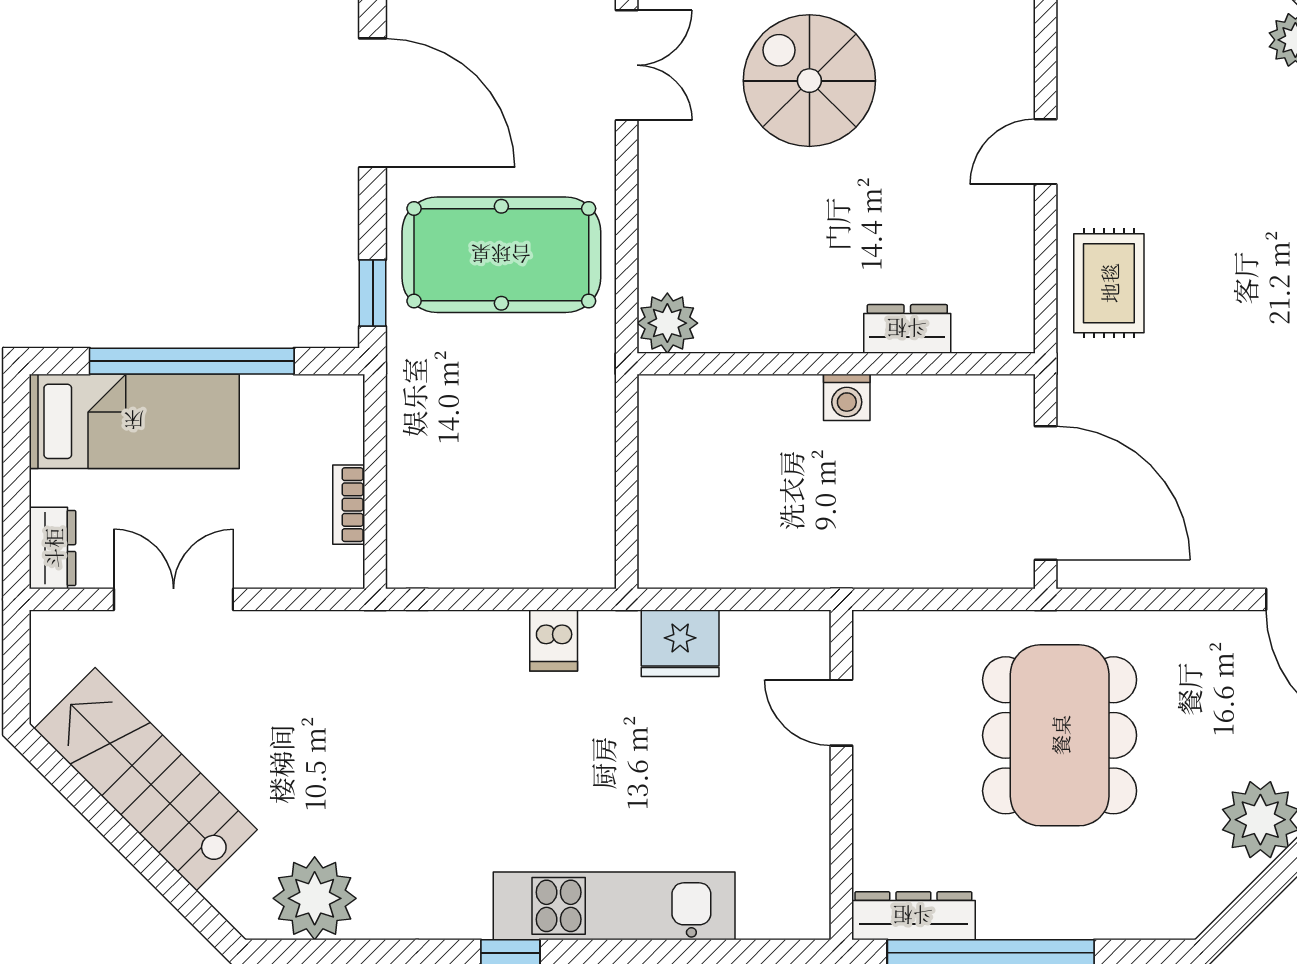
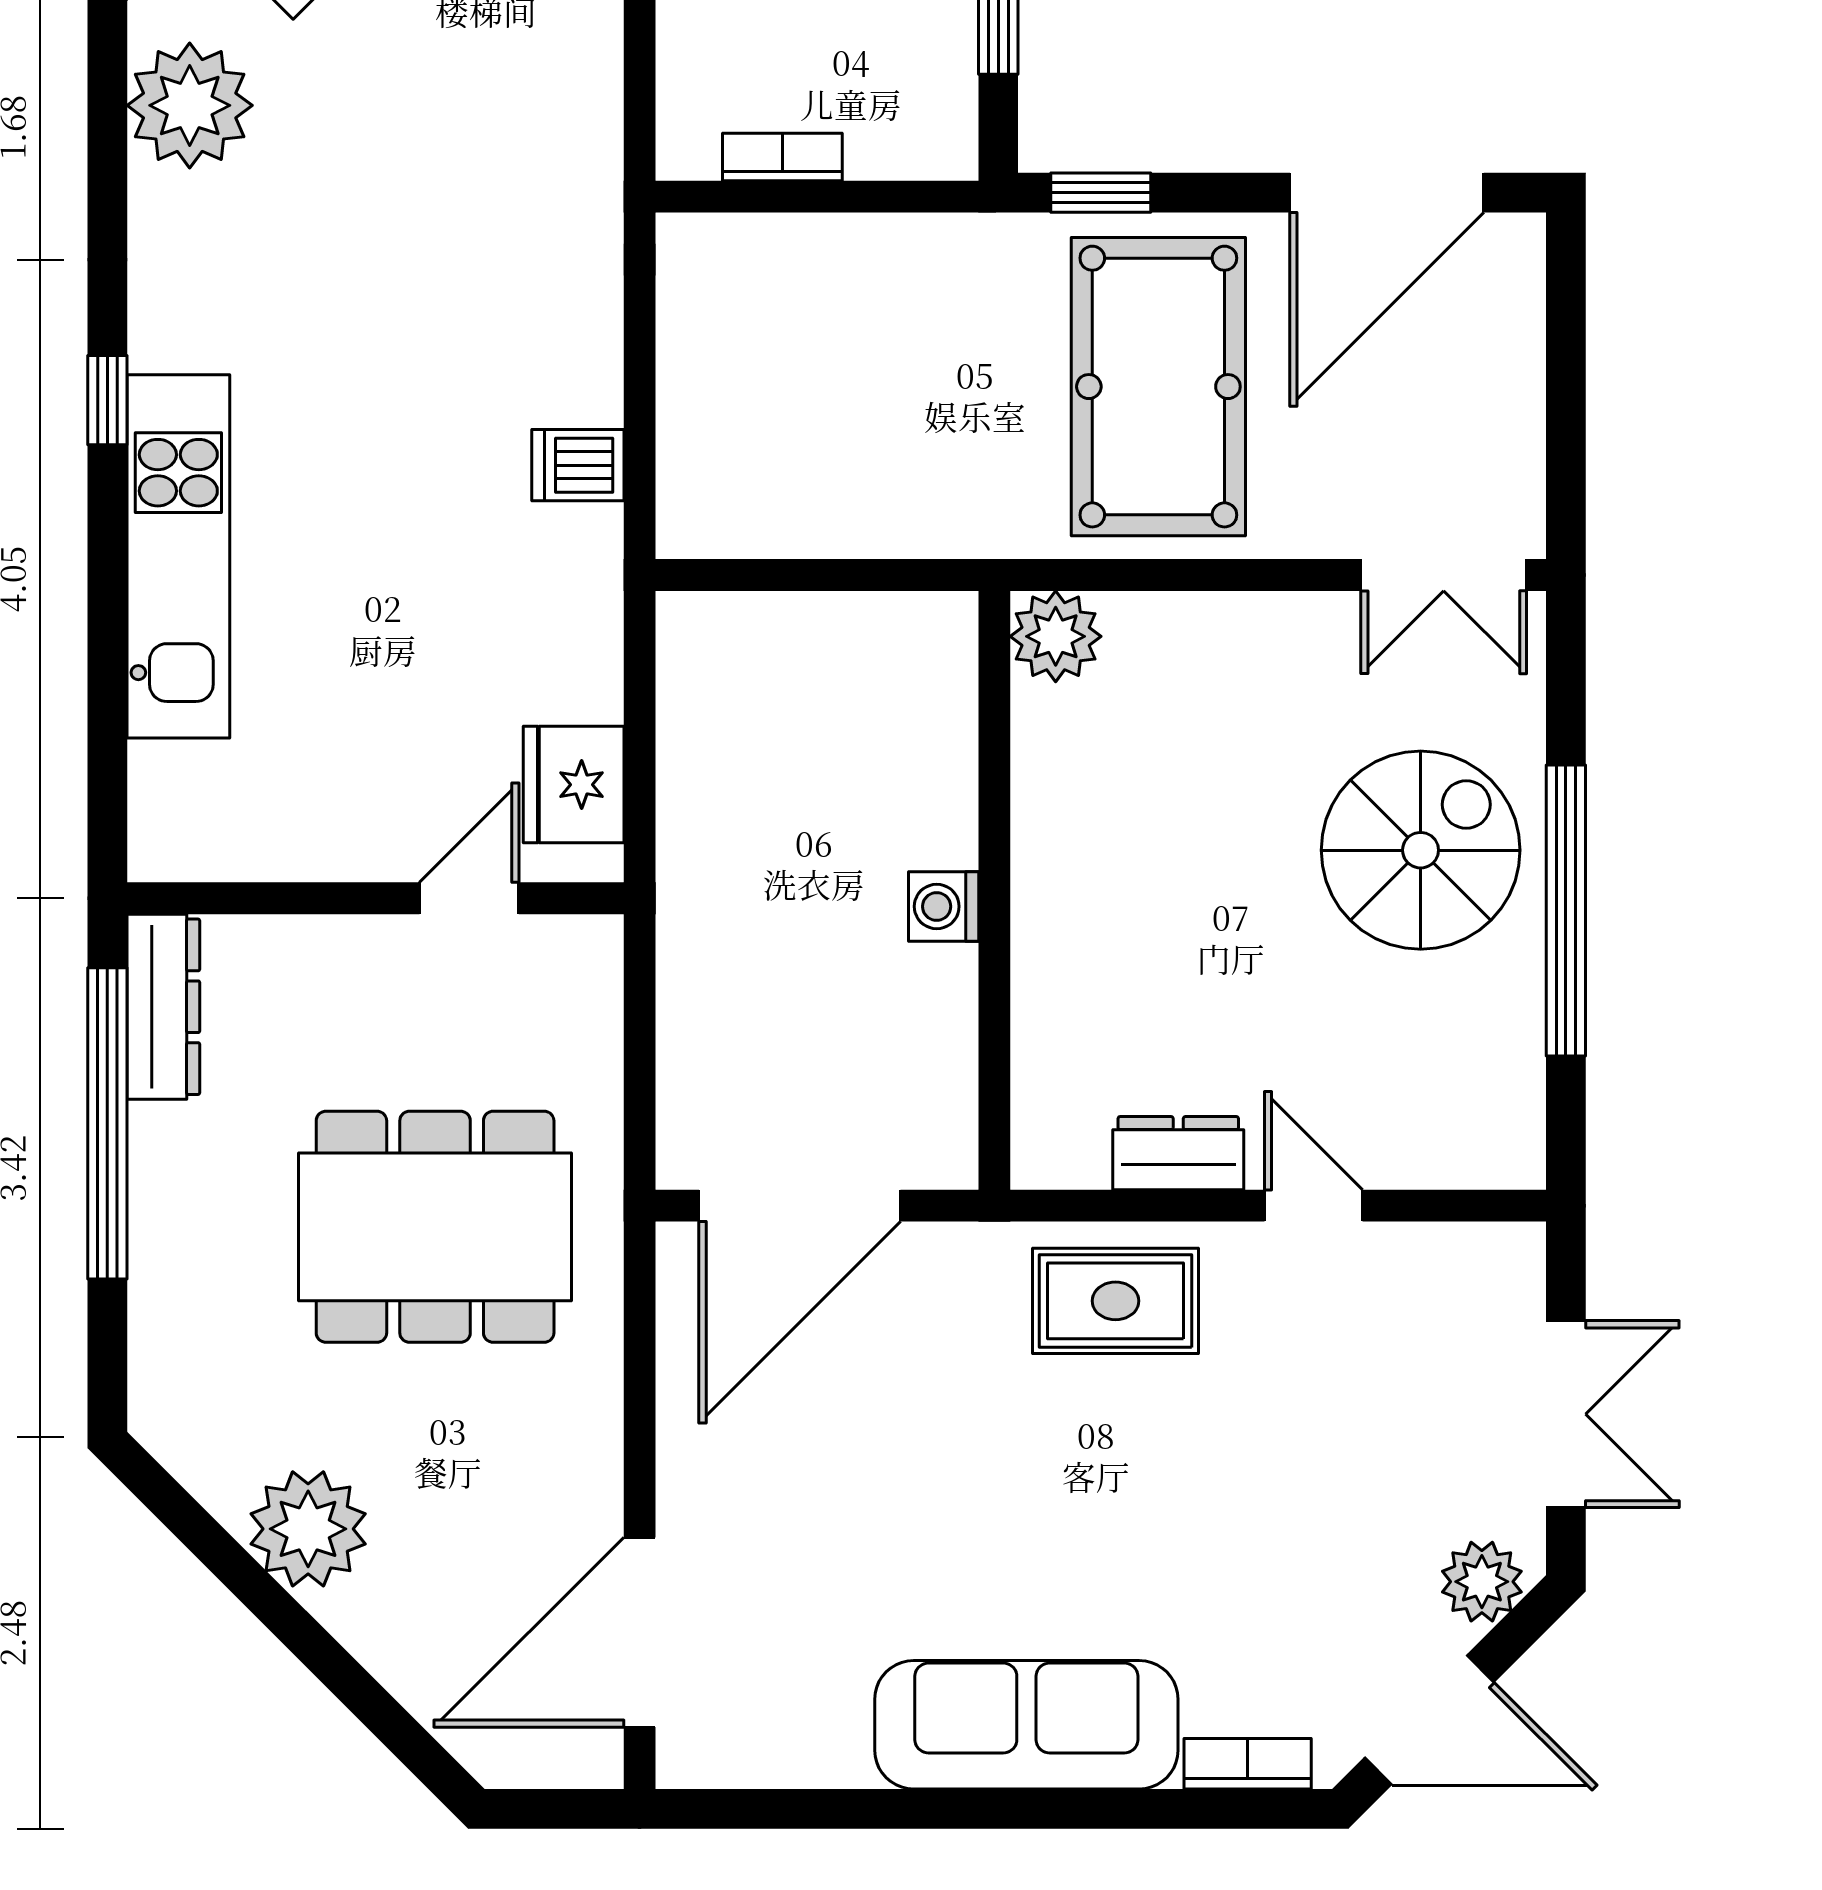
dresser: (907, 329) -> (1178, 1153), moved, turned -90
fridge: (680, 643) -> (574, 785), moved

